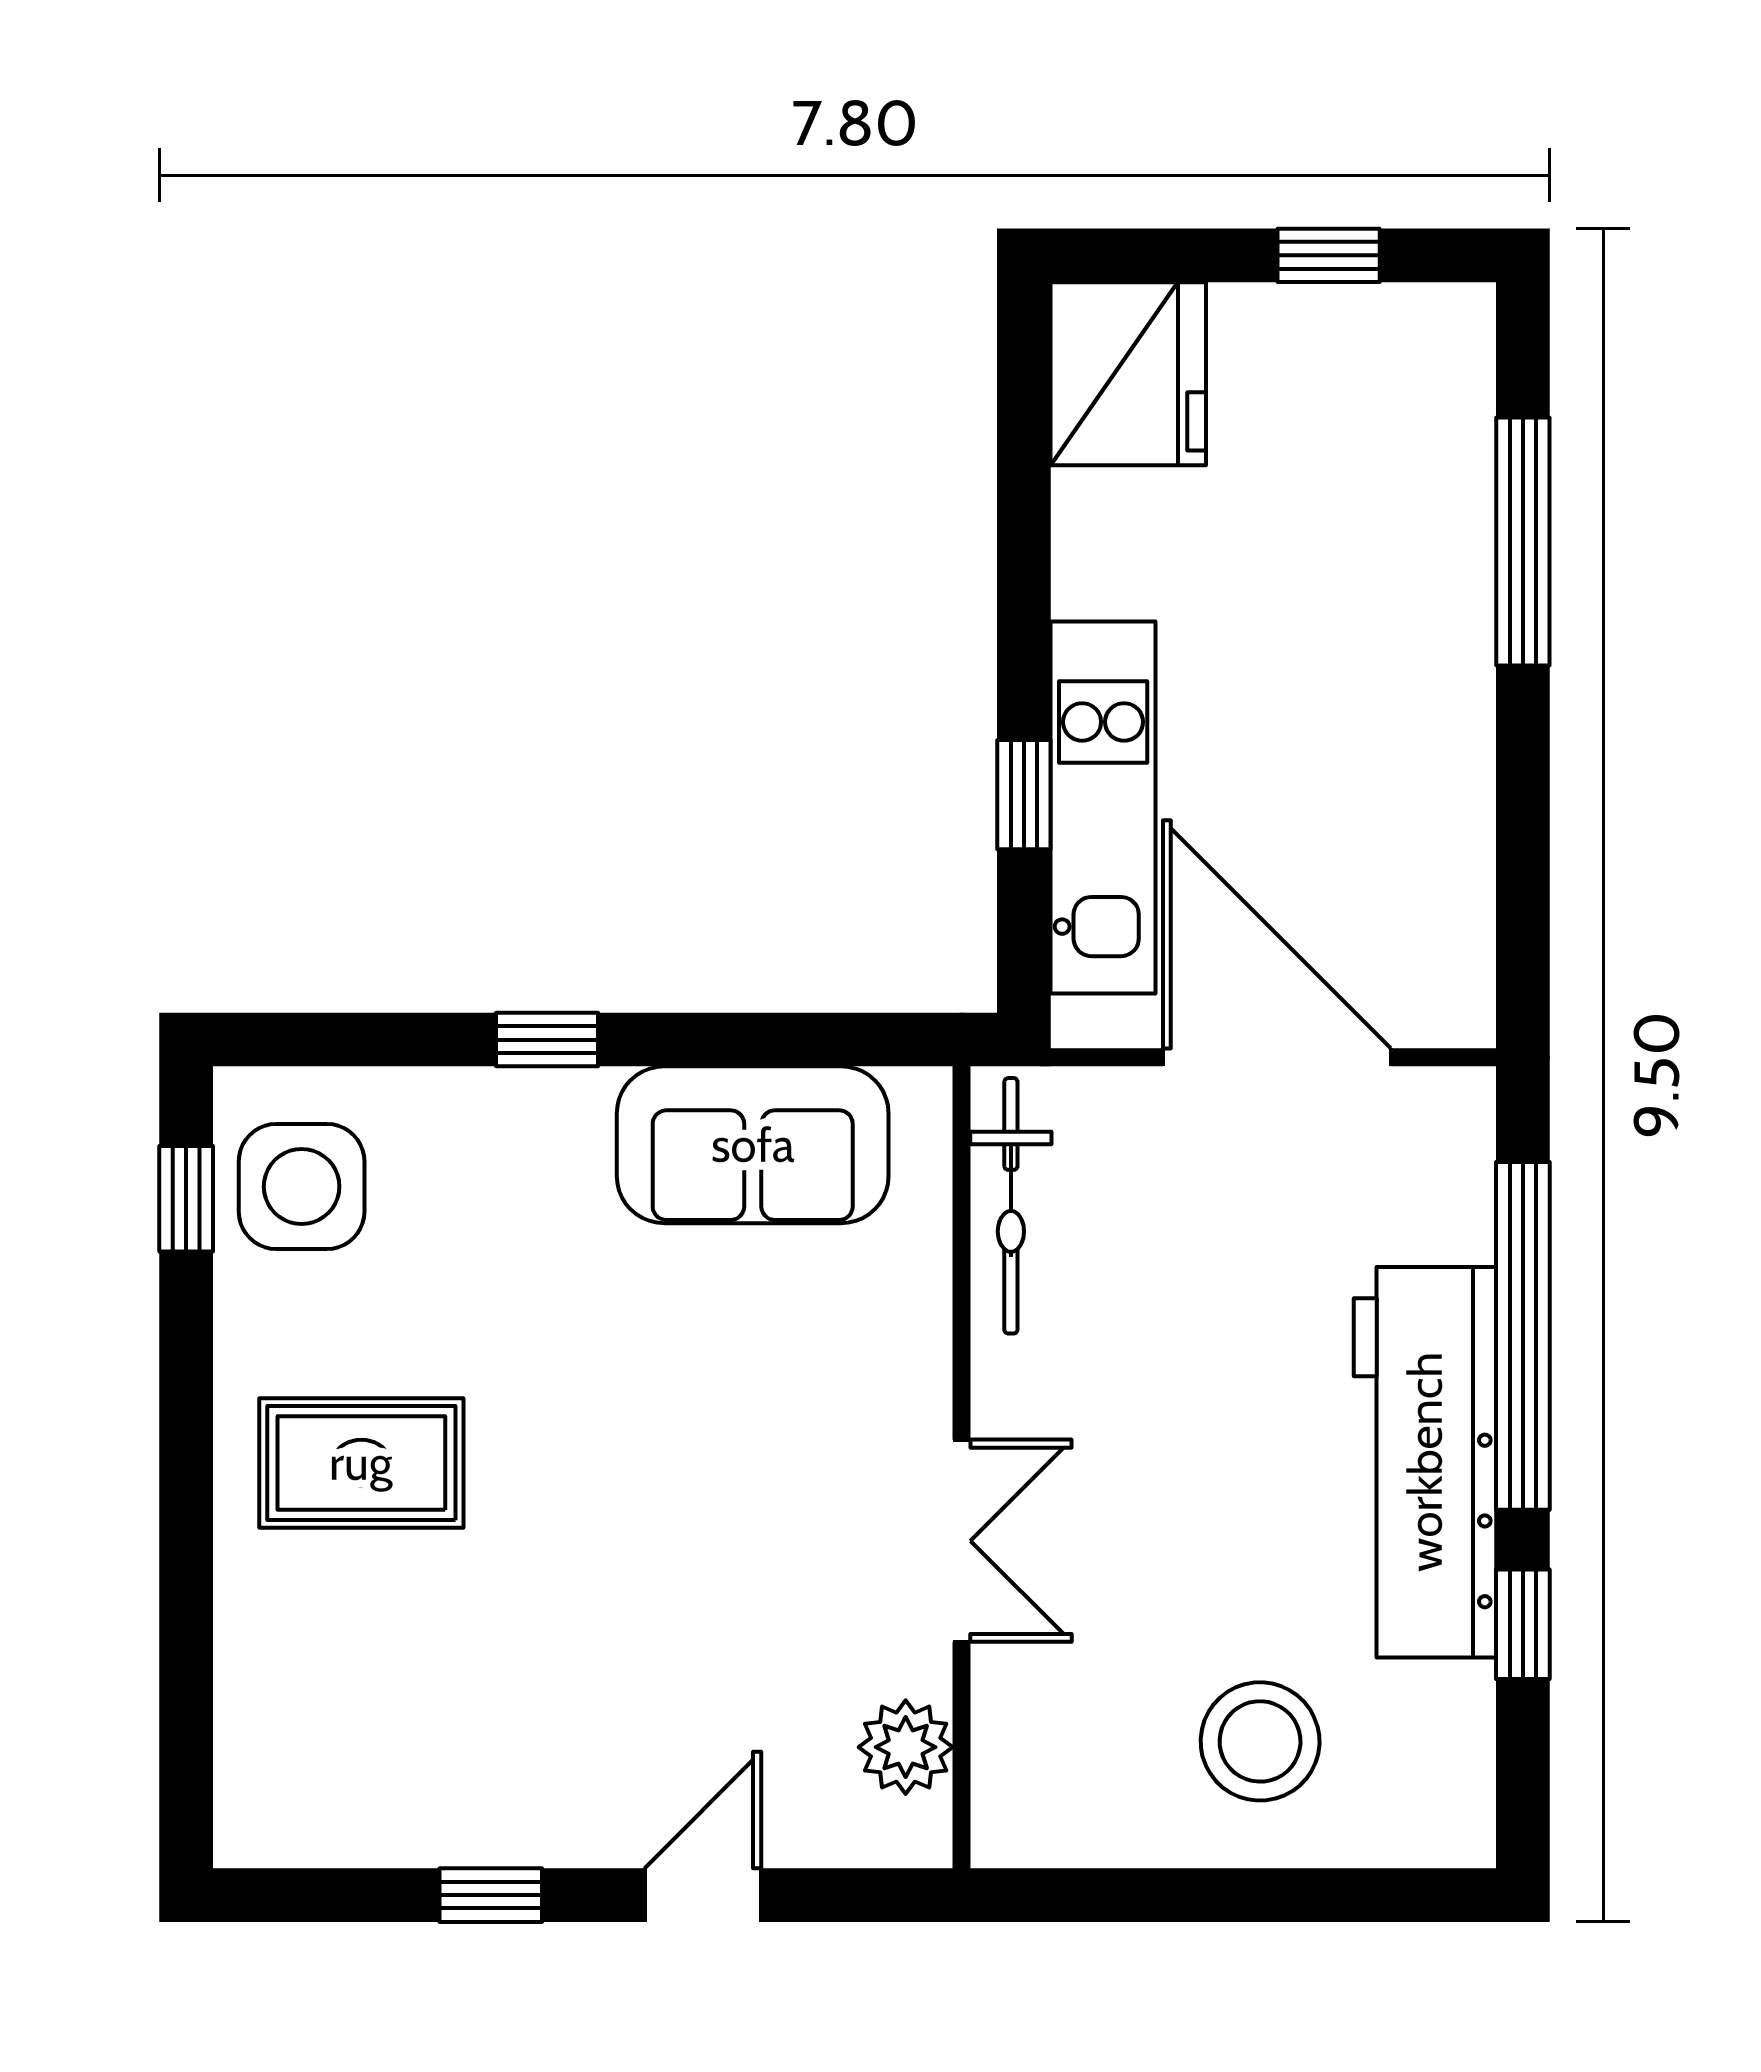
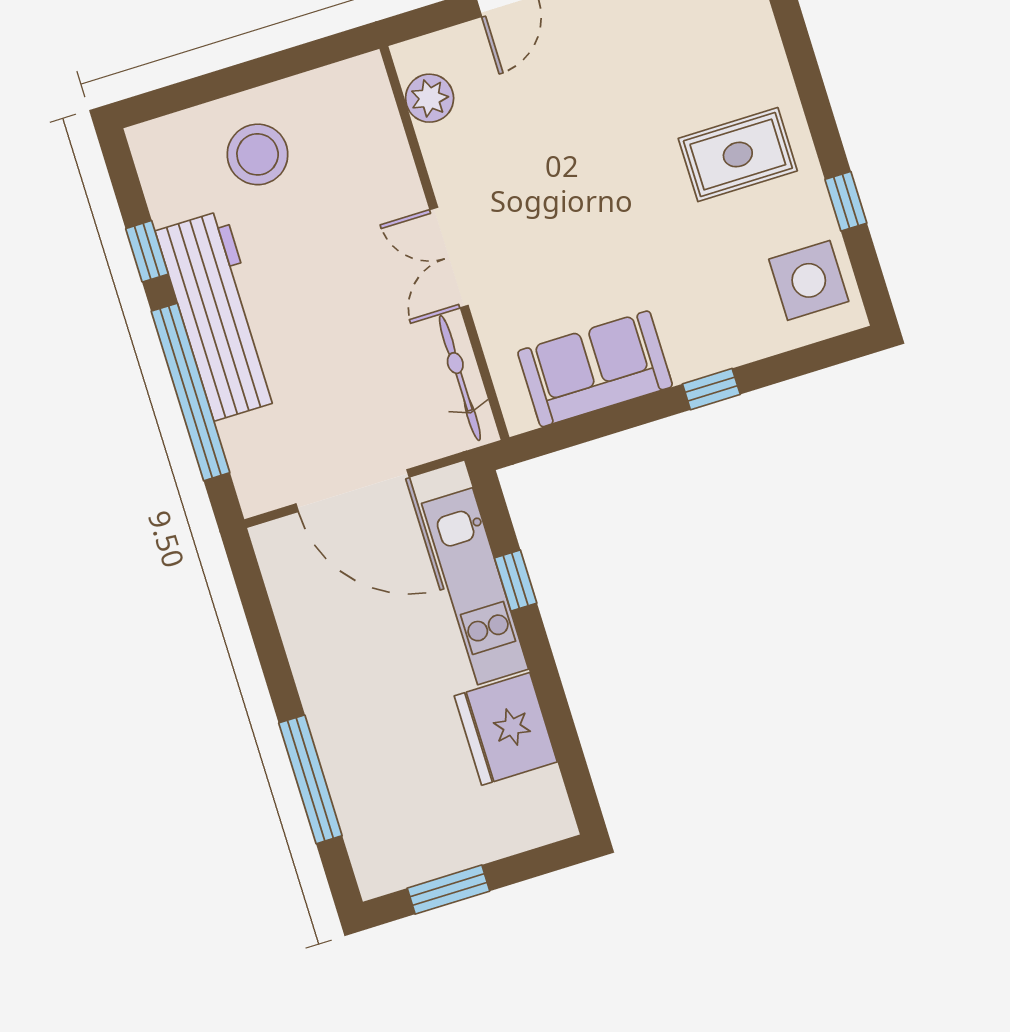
window: (1329, 255) -> (448, 890), width x1.50
fridge: (1128, 374) -> (506, 729), moved
window: (186, 1199) -> (846, 201), moved
double door: (962, 1541) -> (449, 257), moved

